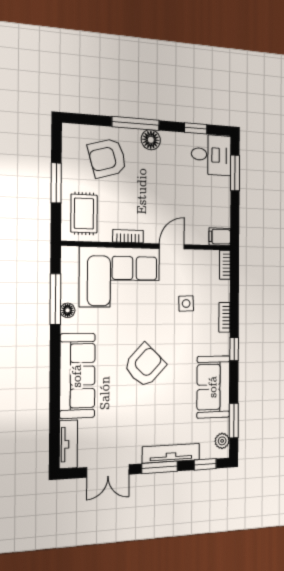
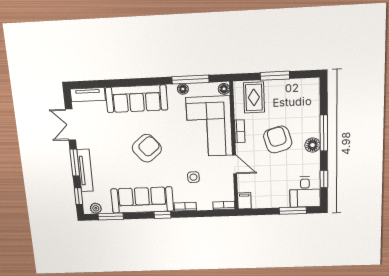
armchair: (107, 158) -> (278, 139), moved
rug: (84, 214) -> (254, 97), turned 90
floor lamp: (70, 254) -> (224, 89), added
armchair: (145, 365) -> (147, 148), turned -84
sofa: (213, 387) -> (142, 200), width x1.36

